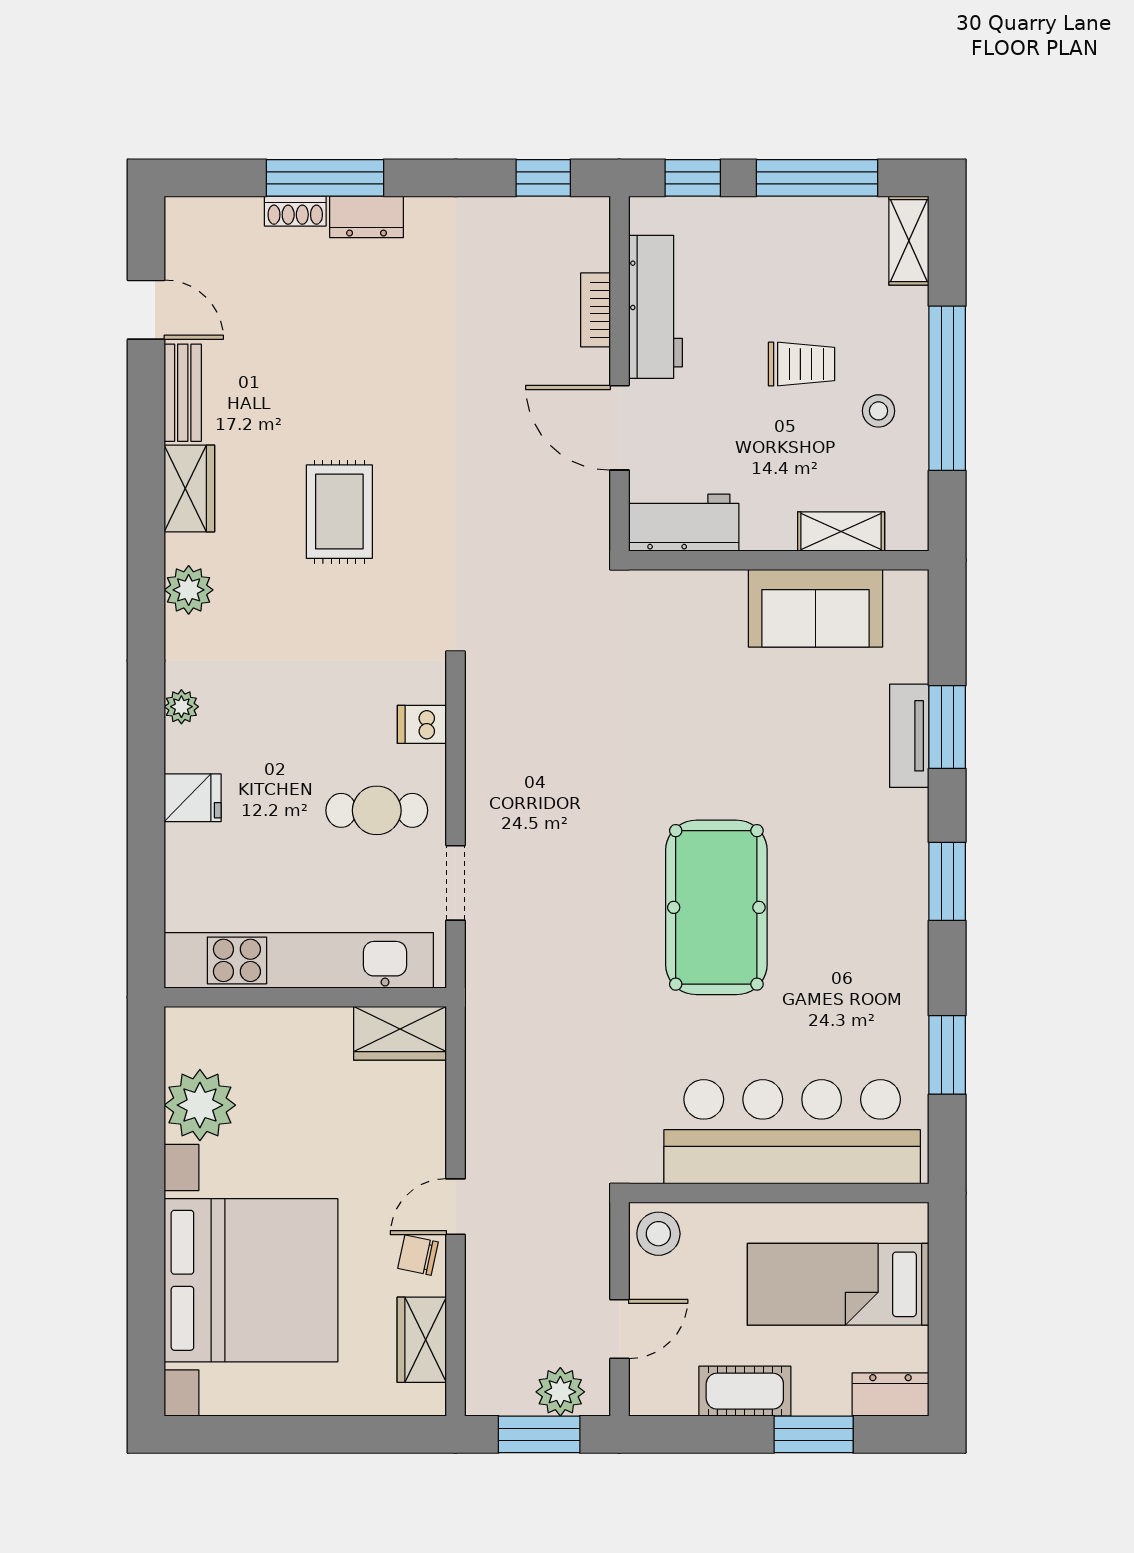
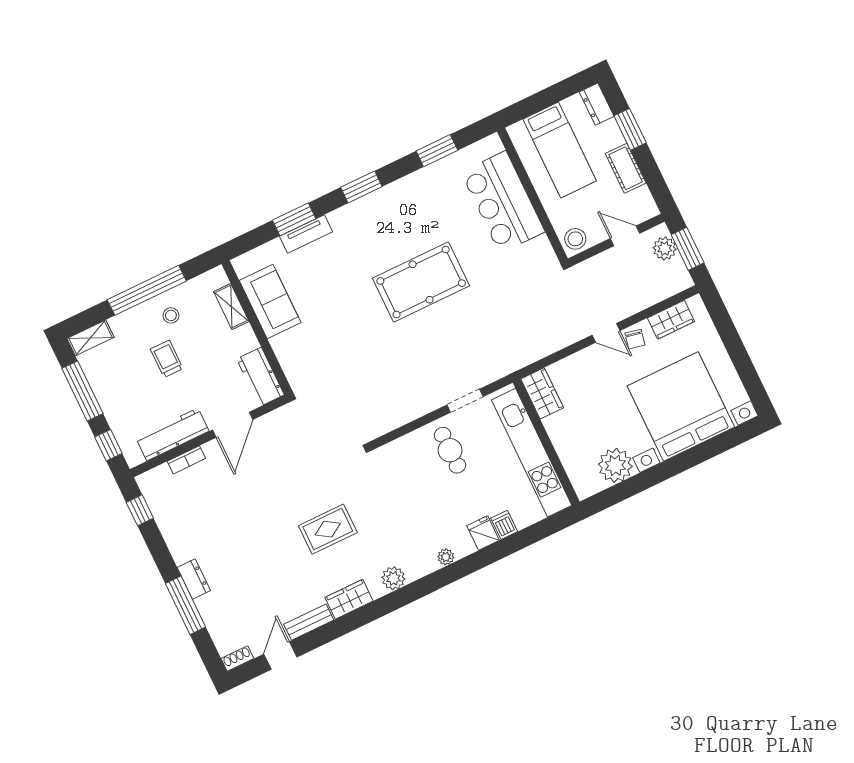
shoe rack: (295, 211) -> (237, 658), moved, turned -90
dishwasher: (422, 724) -> (504, 525), moved, turned 180
bar counter: (792, 1132) -> (503, 202), width x0.73

